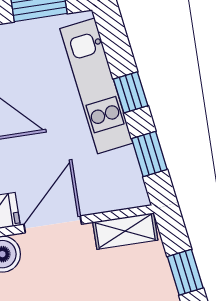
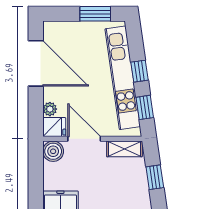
kitchen unit: (96, 86) -> (123, 78), width x1.36
door: (53, 224) -> (84, 139), hinge flipped

